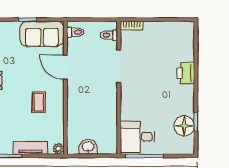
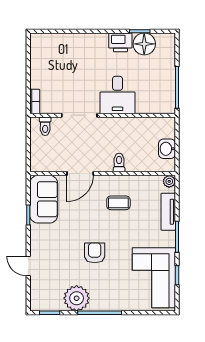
toilet: (76, 32) -> (119, 163), moved
printer: (186, 73) -> (120, 42), moved
desk: (137, 137) -> (118, 95), moved

